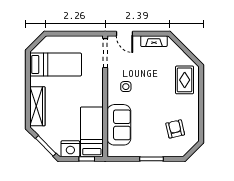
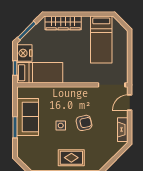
rug: (185, 80) -> (71, 158), moved
side table: (126, 87) -> (61, 125), moved
sofa: (119, 125) -> (28, 117), moved, turned -90
armchair: (175, 129) -> (84, 123), moved

